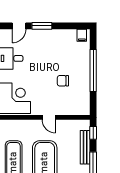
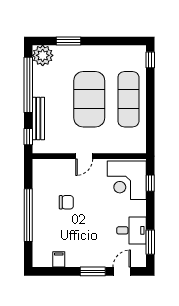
filing cabinet: (82, 35) -> (59, 259), moved
door: (49, 117) -> (84, 156), swing flipped

